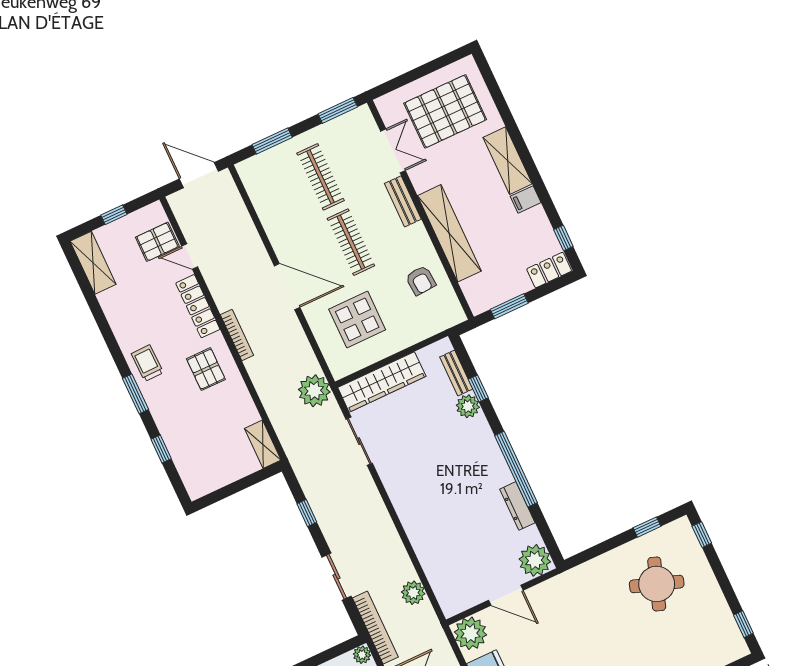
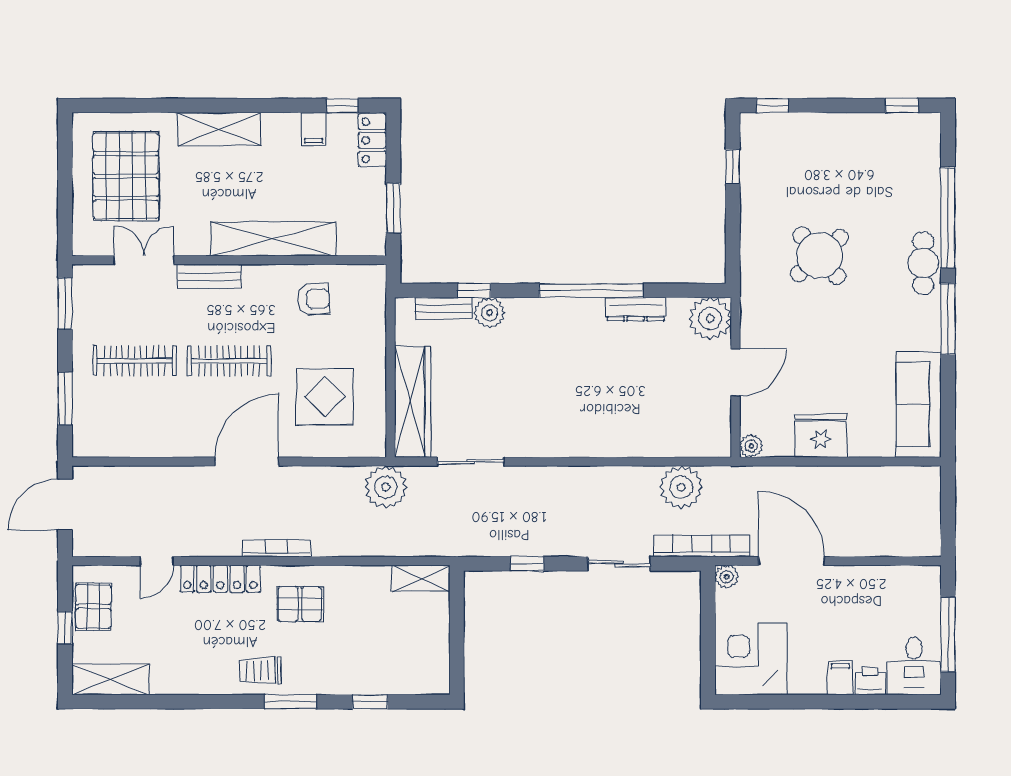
filing cabinet: (526, 199) -> (314, 129), moved
pallet: (157, 242) -> (93, 607), moved
round table: (657, 584) -> (819, 256), moved, turned 30
plant: (413, 593) -> (681, 487), width x1.36, depth x1.36
plant: (470, 633) -> (751, 446), width x0.53, depth x0.53

